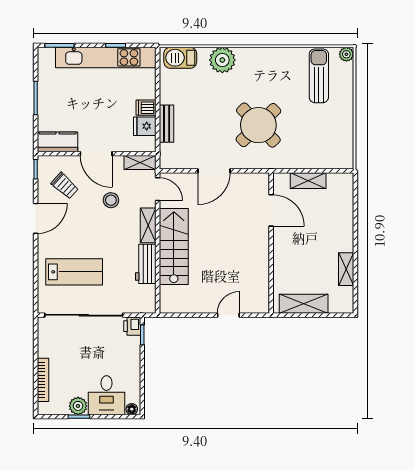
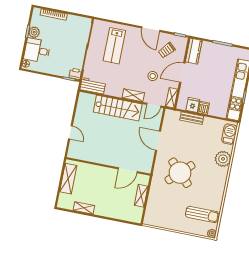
workbench: (146, 264) -> (93, 86), moved

